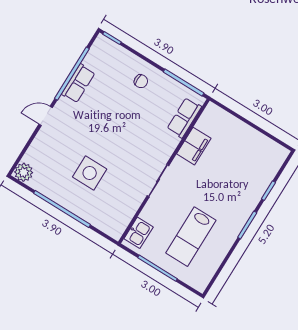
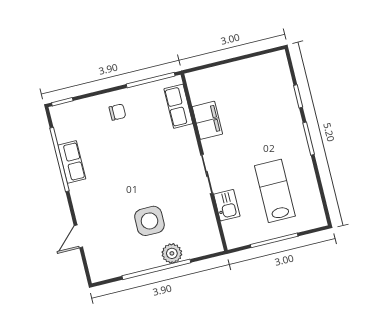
door: (46, 116) -> (78, 236), moved
plant: (24, 172) -> (172, 253), moved
kitchen sink: (139, 233) -> (227, 205), moved
lab bench: (191, 237) -> (275, 191), turned 180

